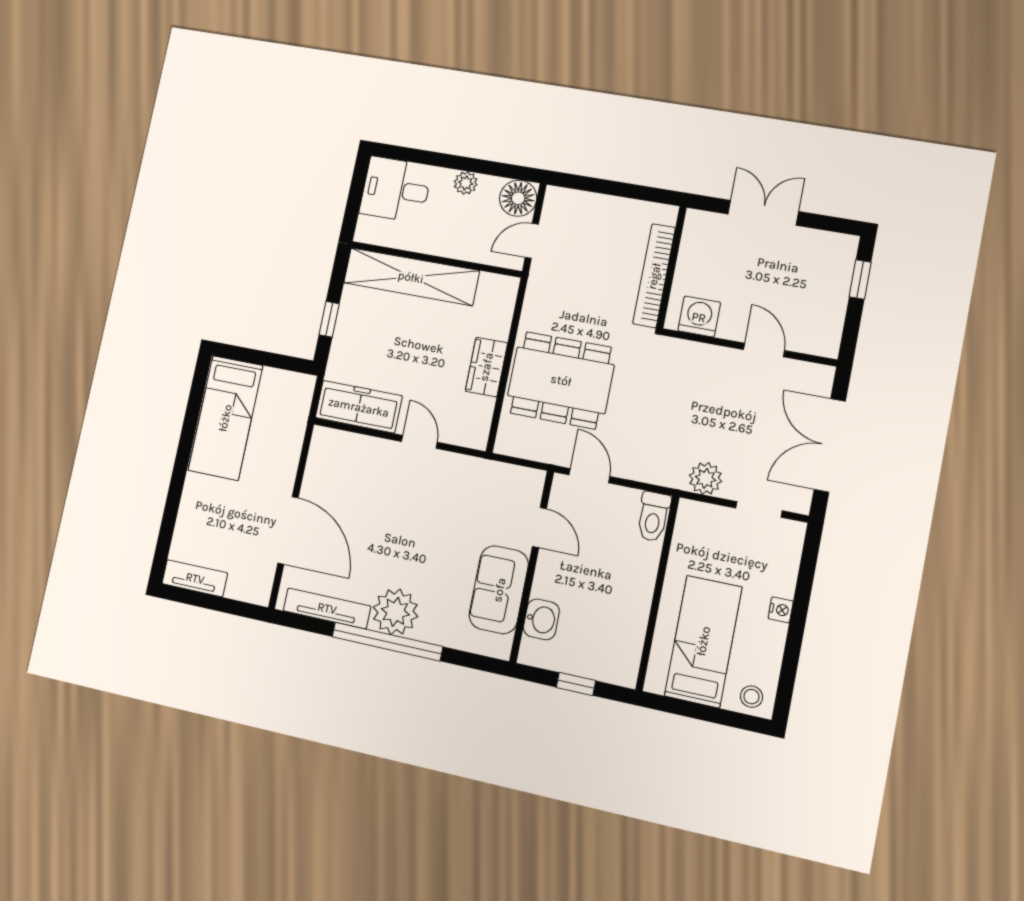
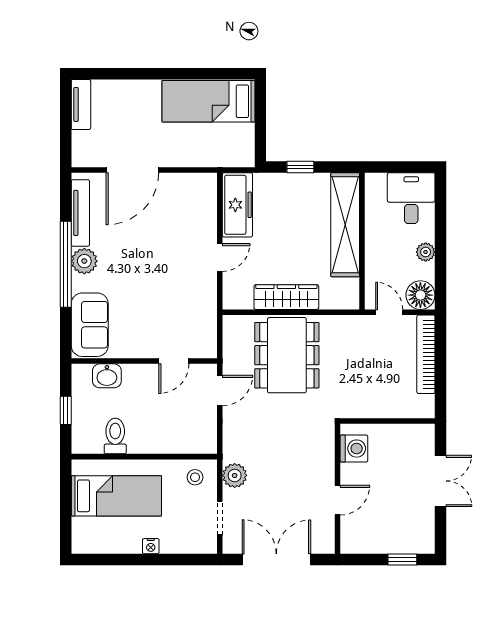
bookcase: (654, 276) -> (426, 354), moved, turned -90
wardrobe: (486, 367) -> (286, 297), width x1.50
toilet: (653, 517) -> (115, 436), moved, turned 90
sofa: (499, 590) -> (90, 325), moved, turned 90
plant: (395, 612) -> (84, 261), width x0.73, depth x0.73
stool: (752, 697) -> (195, 477), moved

